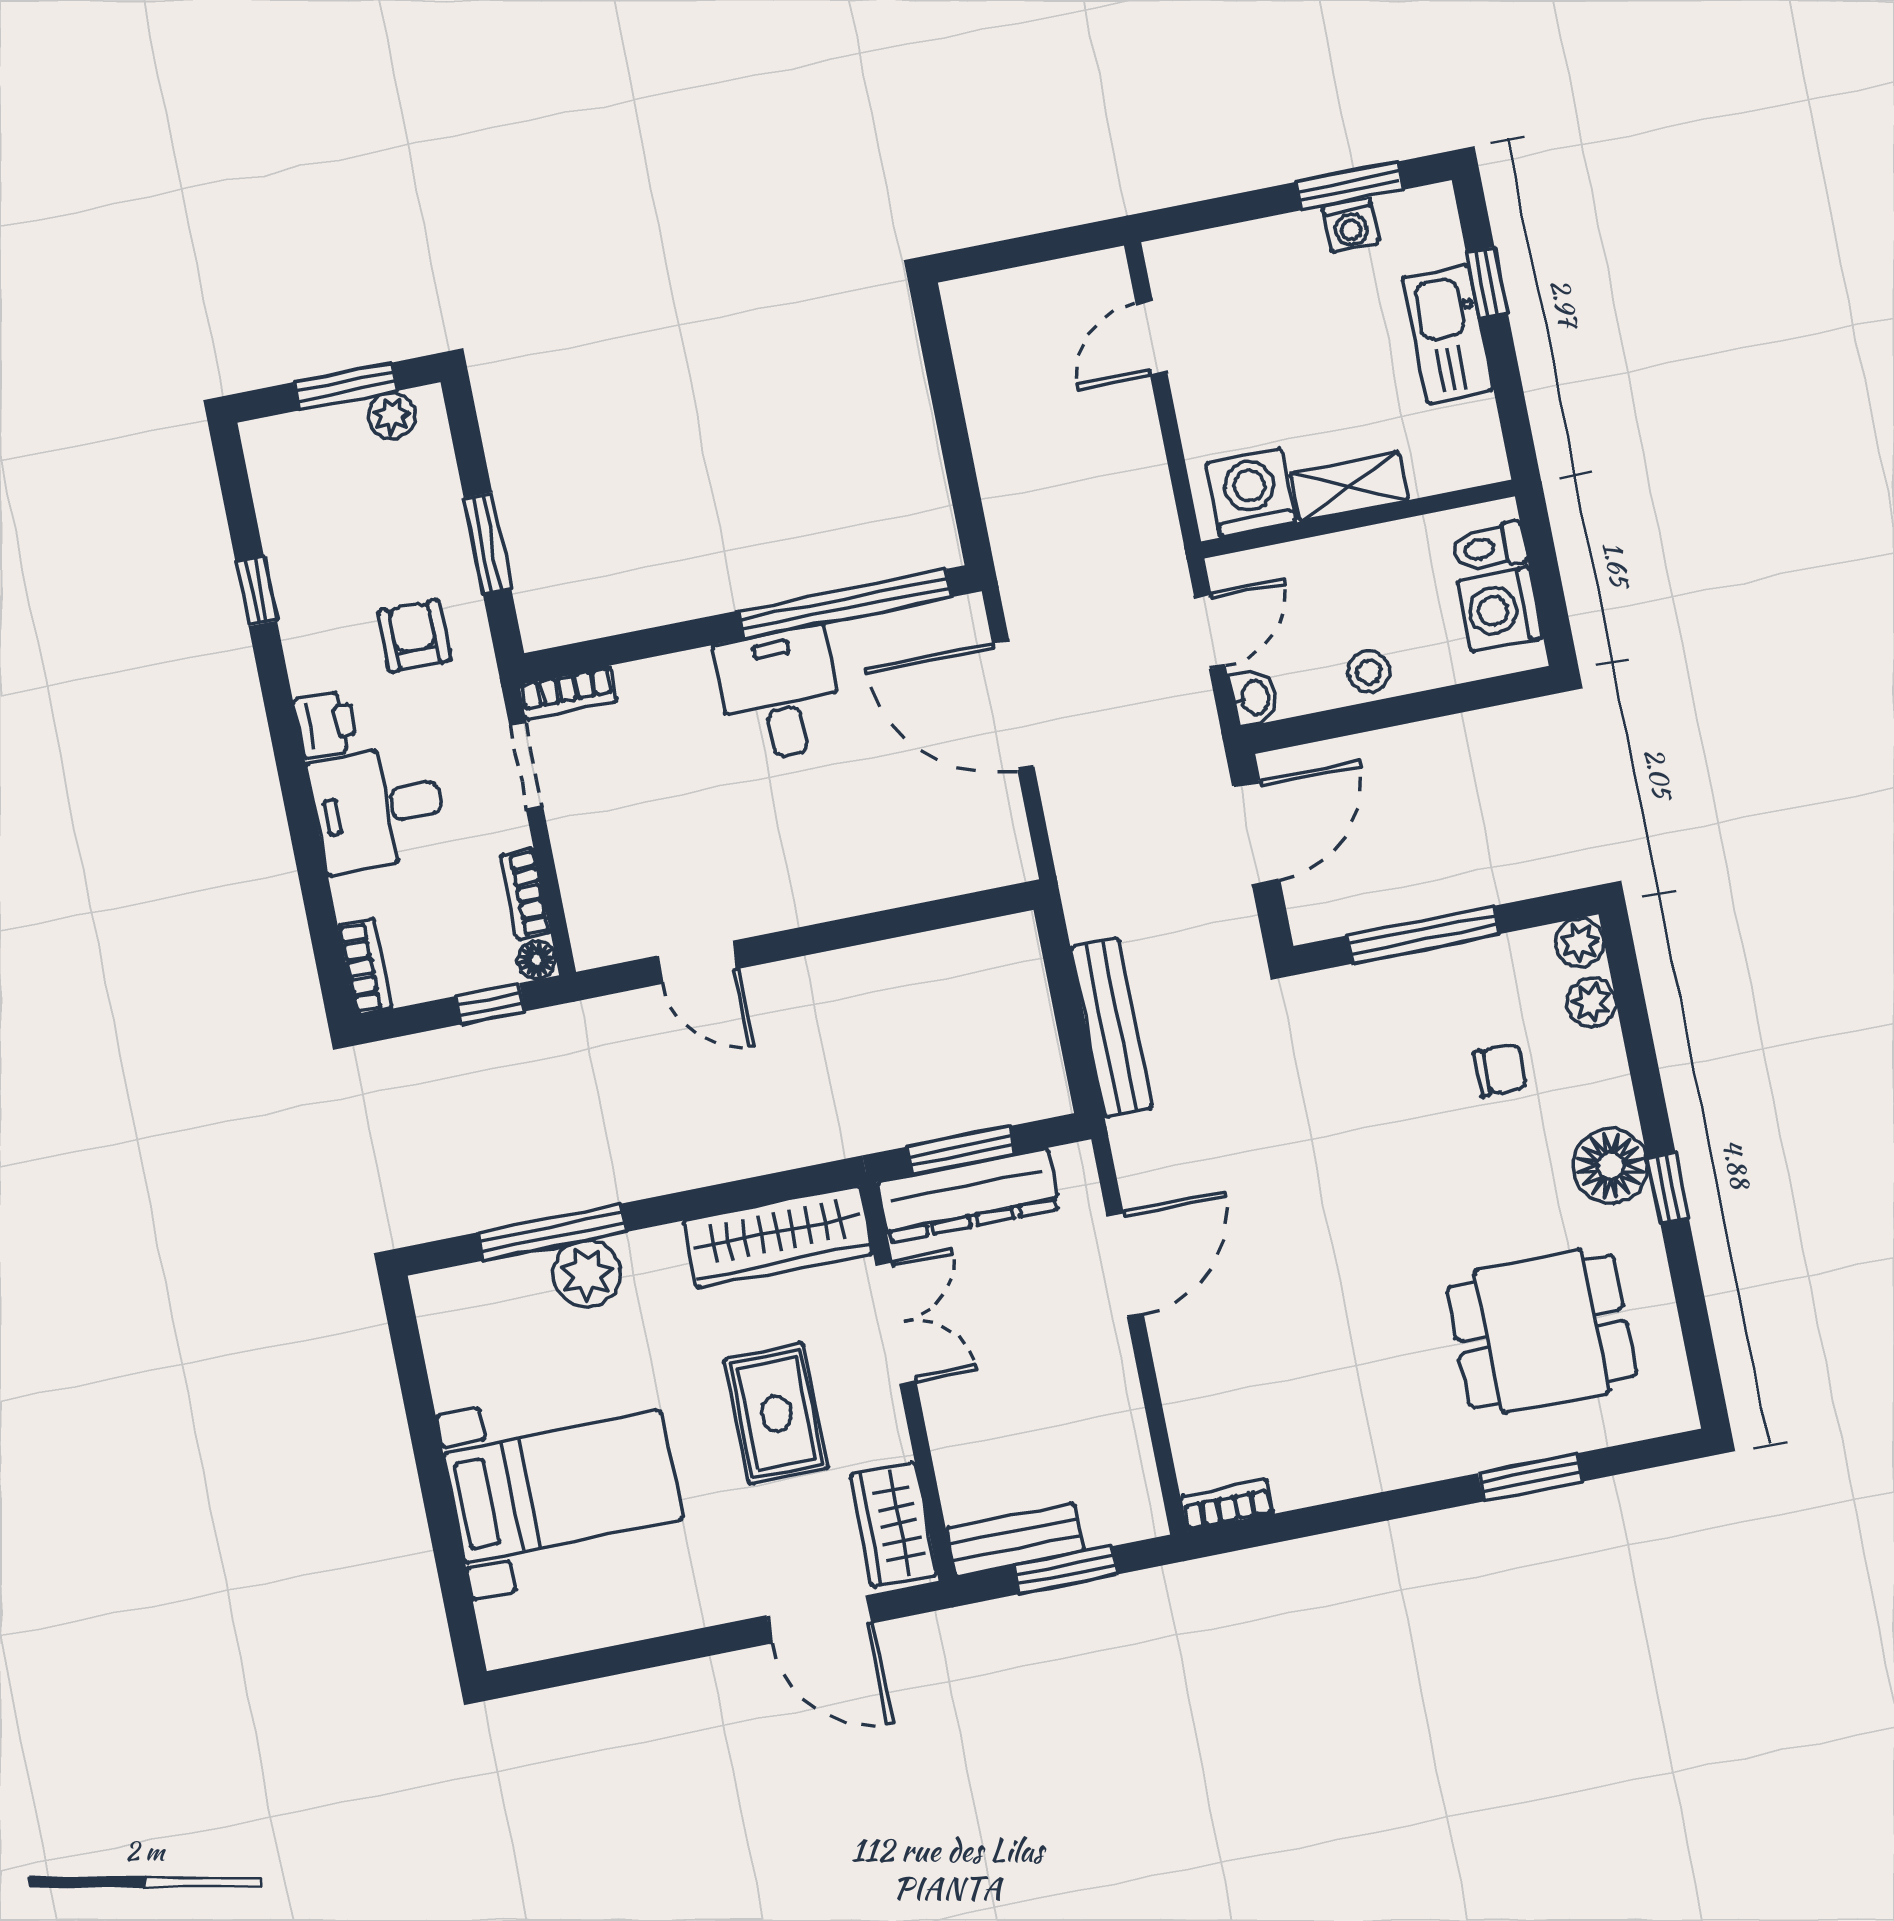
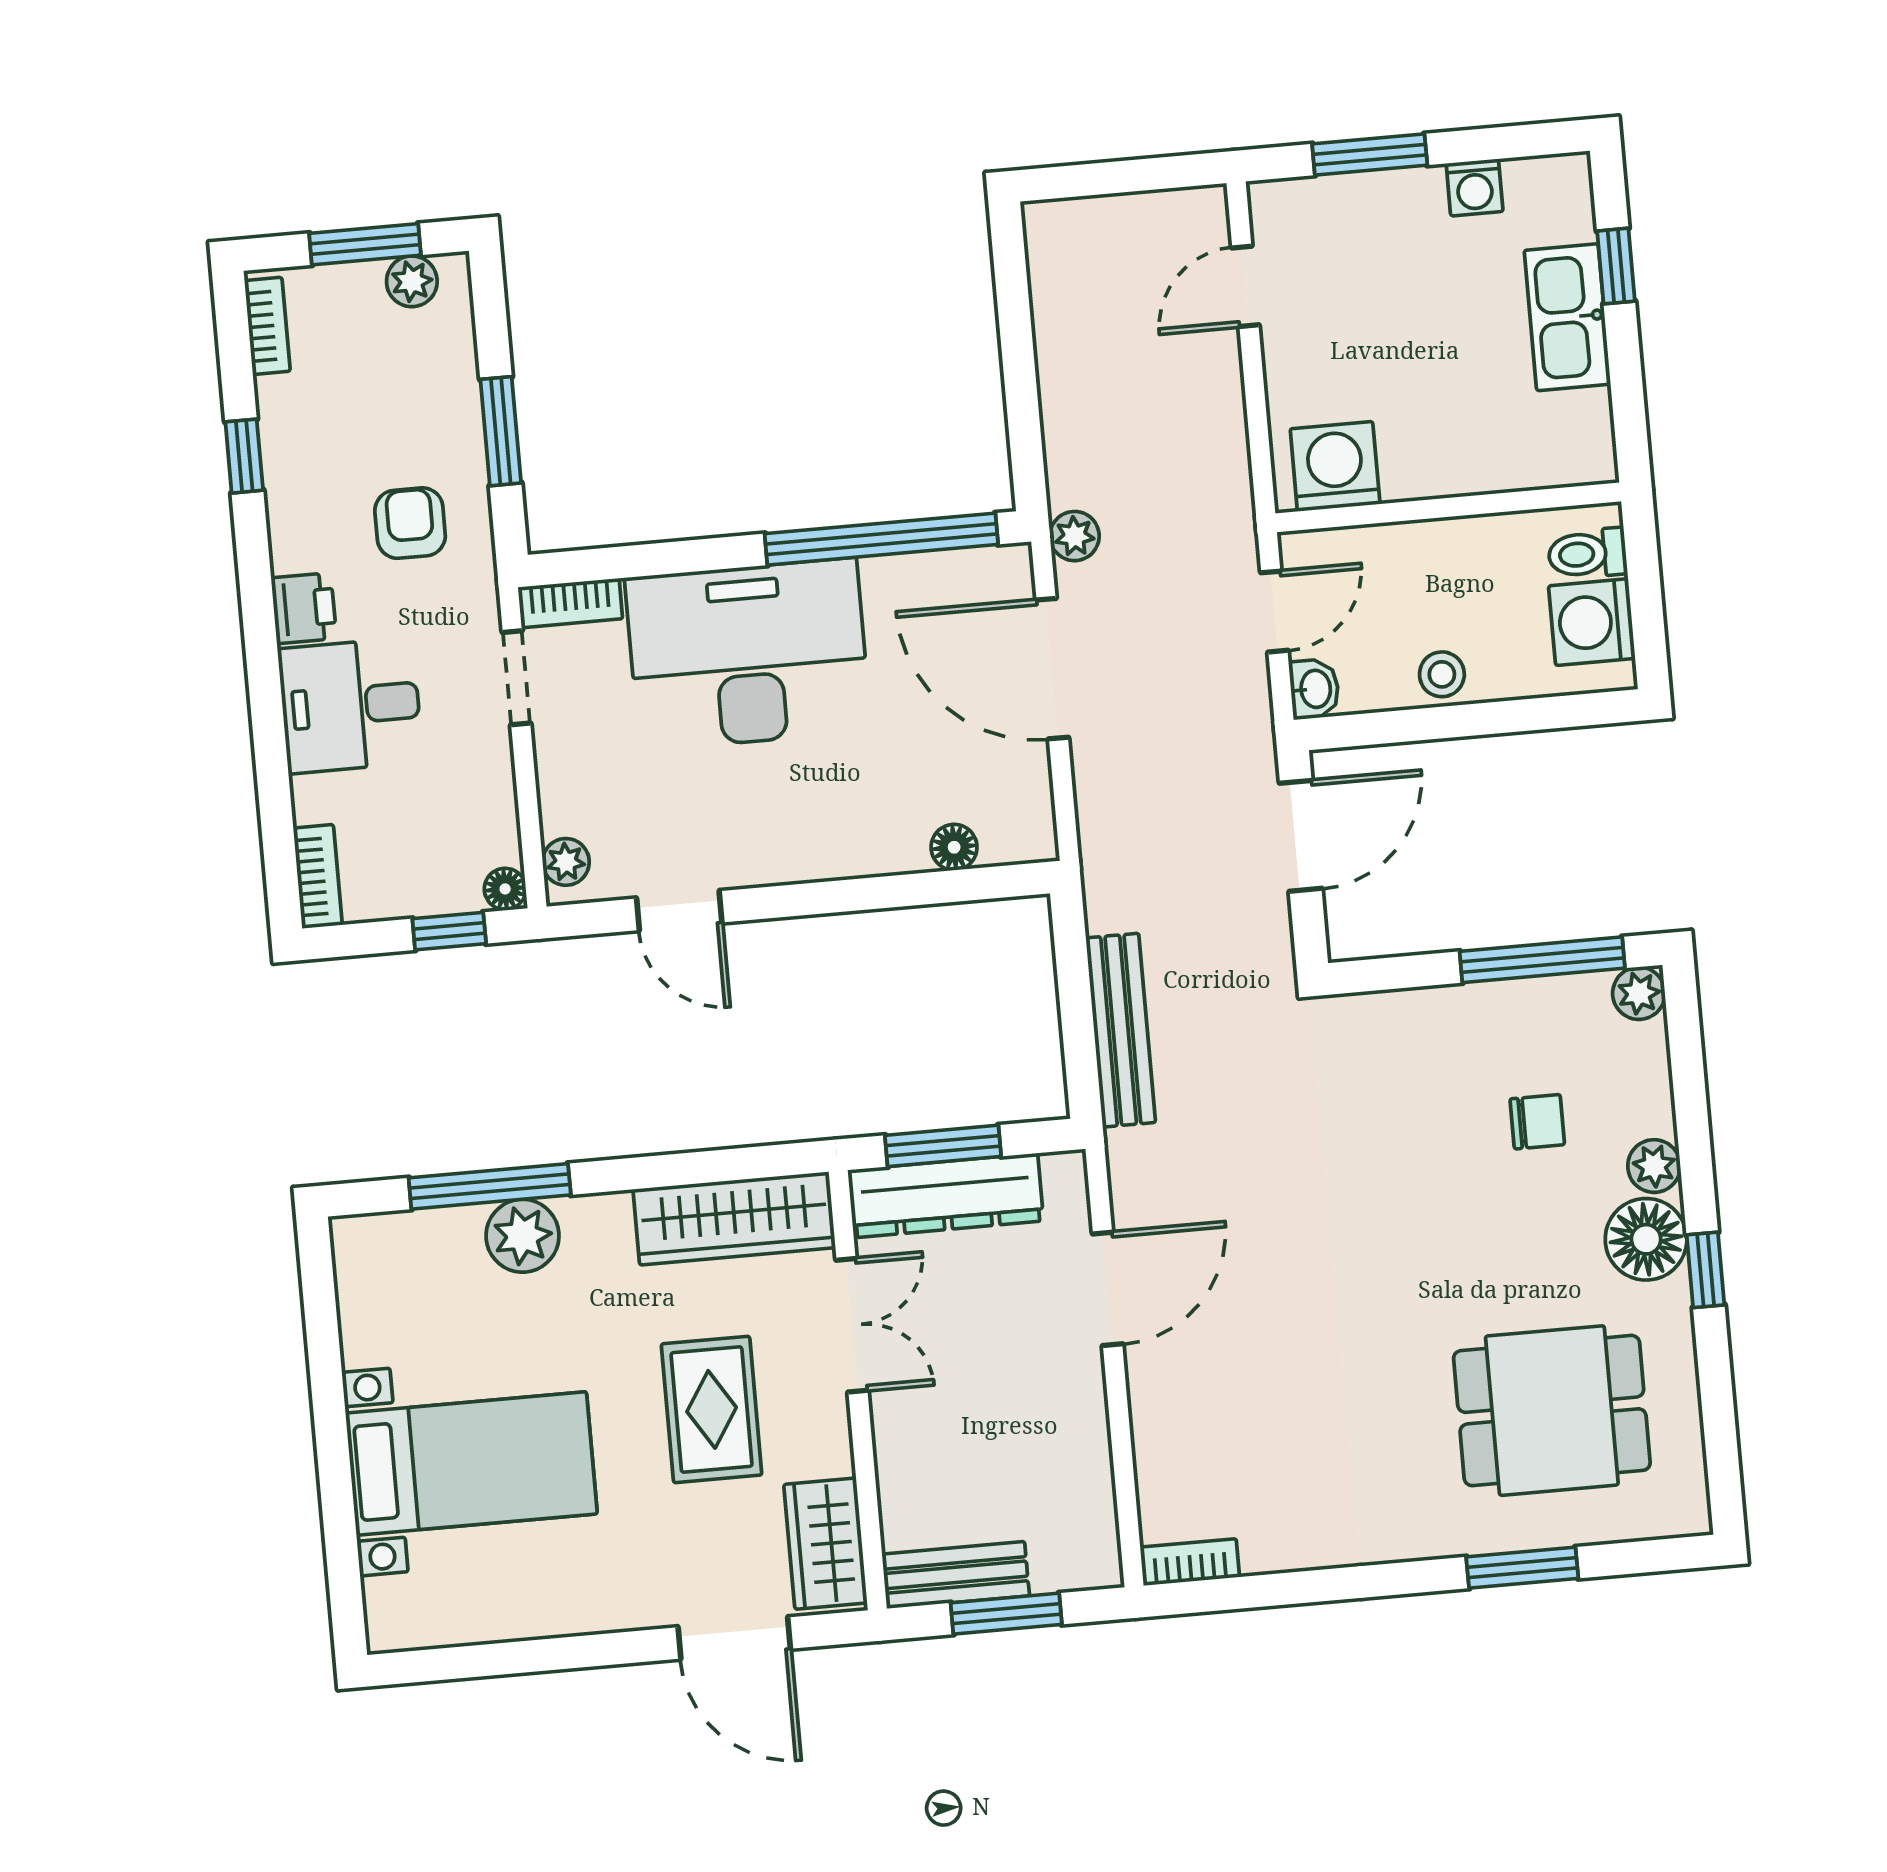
window: (1349, 186) -> (1370, 155), moved
shelving: (1349, 487) -> (1443, 471), removed
plant: (1021, 582) -> (1075, 536), added
desk: (780, 694) -> (748, 654), width x1.87, depth x1.30
floor lamp: (942, 877) -> (954, 847), added
bookcase: (525, 894) -> (267, 326), moved, turned 180
plant: (589, 929) -> (566, 862), added
window: (1423, 935) -> (1542, 960), moved
plant: (1591, 1002) -> (1654, 1166), moved

